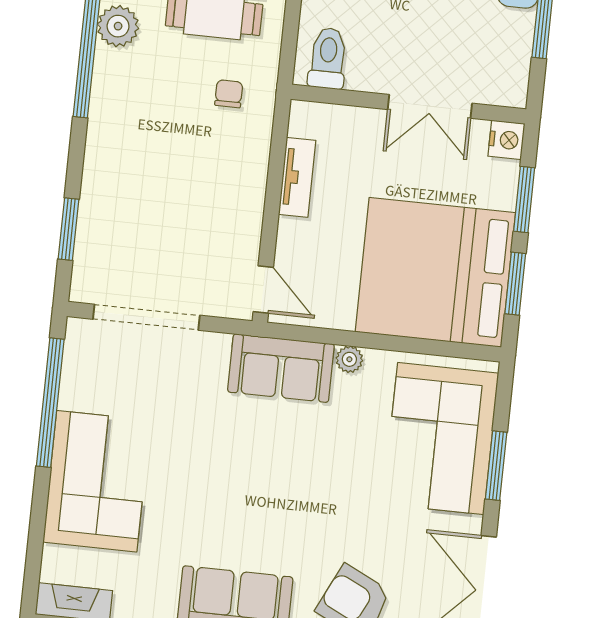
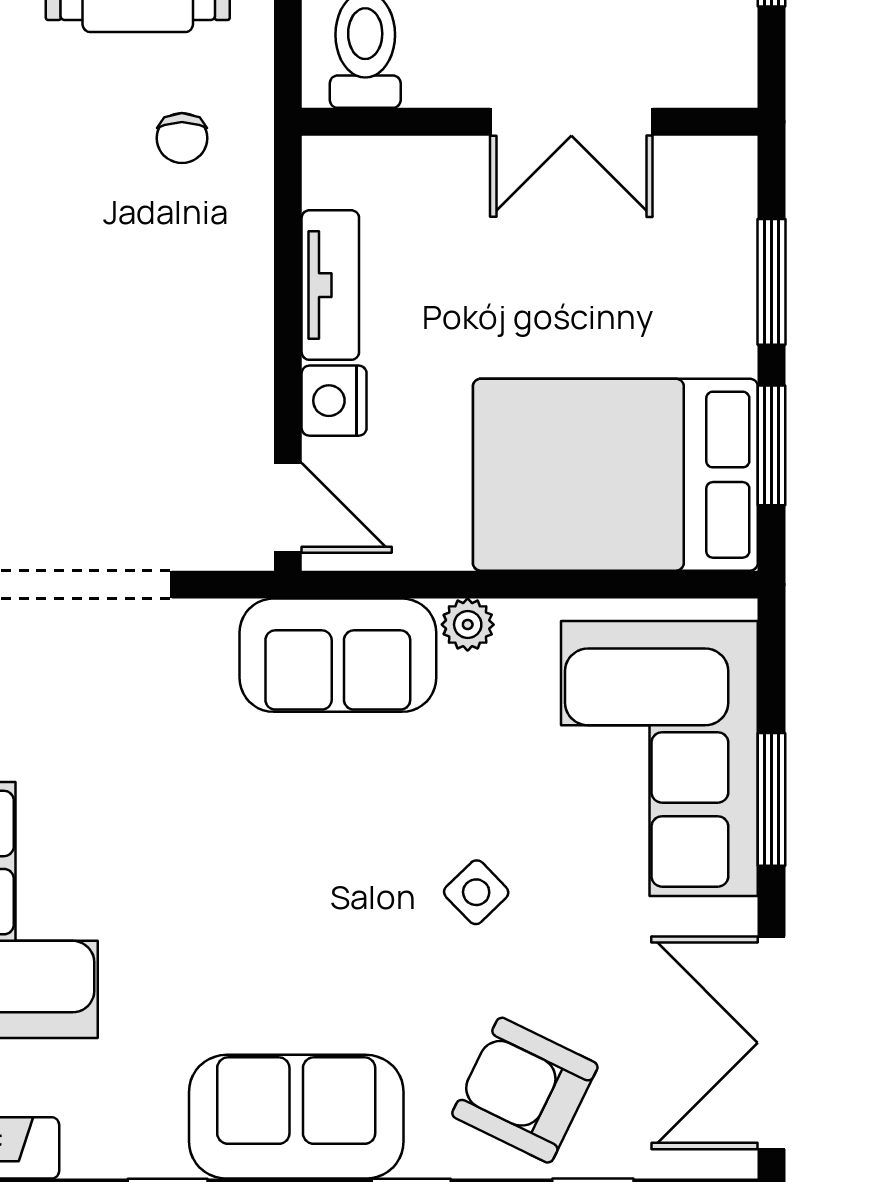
chair: (229, 94) -> (182, 138), turned 180
nightstand: (506, 140) -> (334, 401), moved, turned 180
bed: (435, 272) -> (615, 475), width x0.73
side table: (339, 497) -> (476, 892), added

